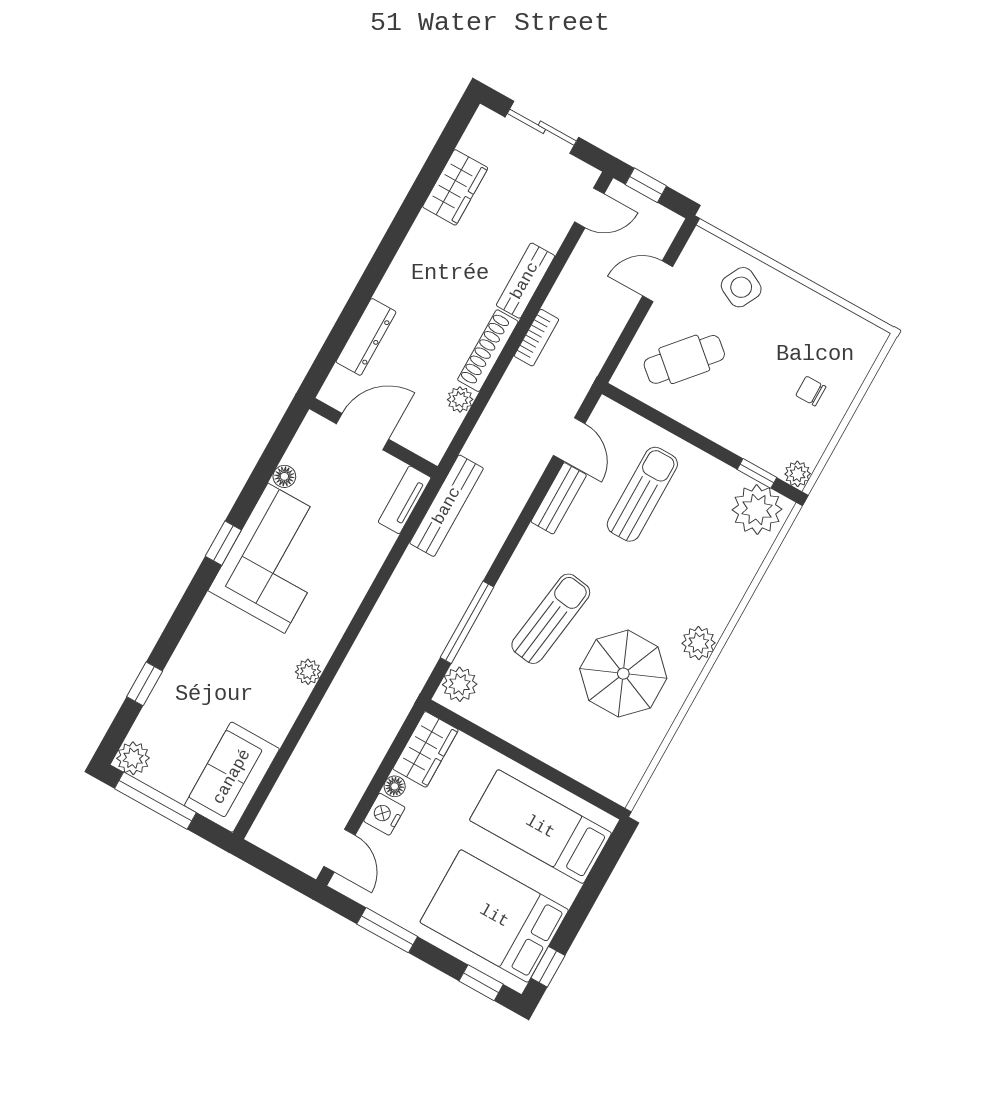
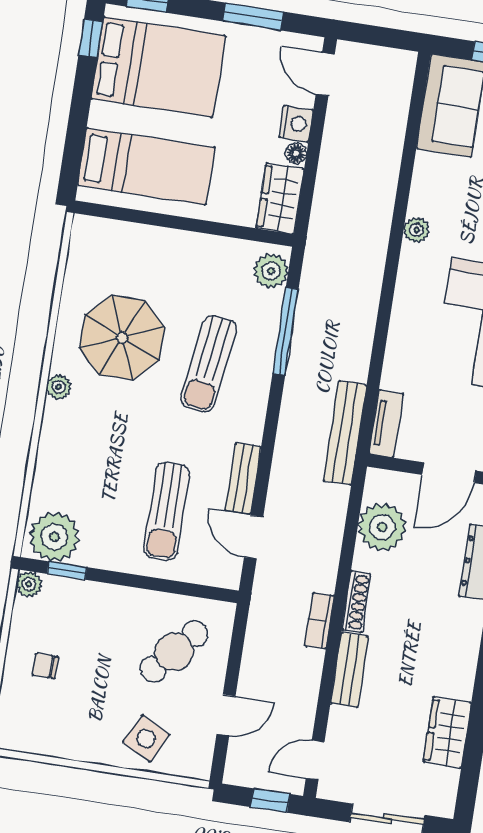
shoe rack: (488, 351) -> (356, 602), width x0.74, depth x0.81
chair: (811, 391) -> (45, 666), turned 180
plant: (460, 399) -> (382, 527), width x1.87, depth x1.87
plant: (699, 643) -> (59, 387), width x0.73, depth x0.73

